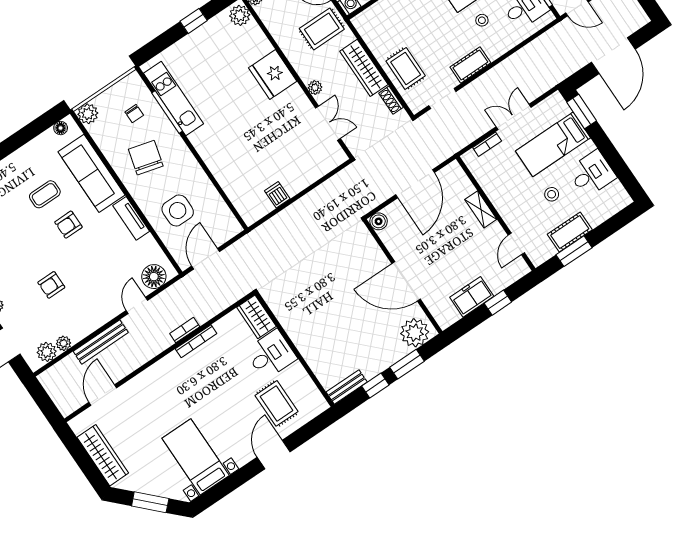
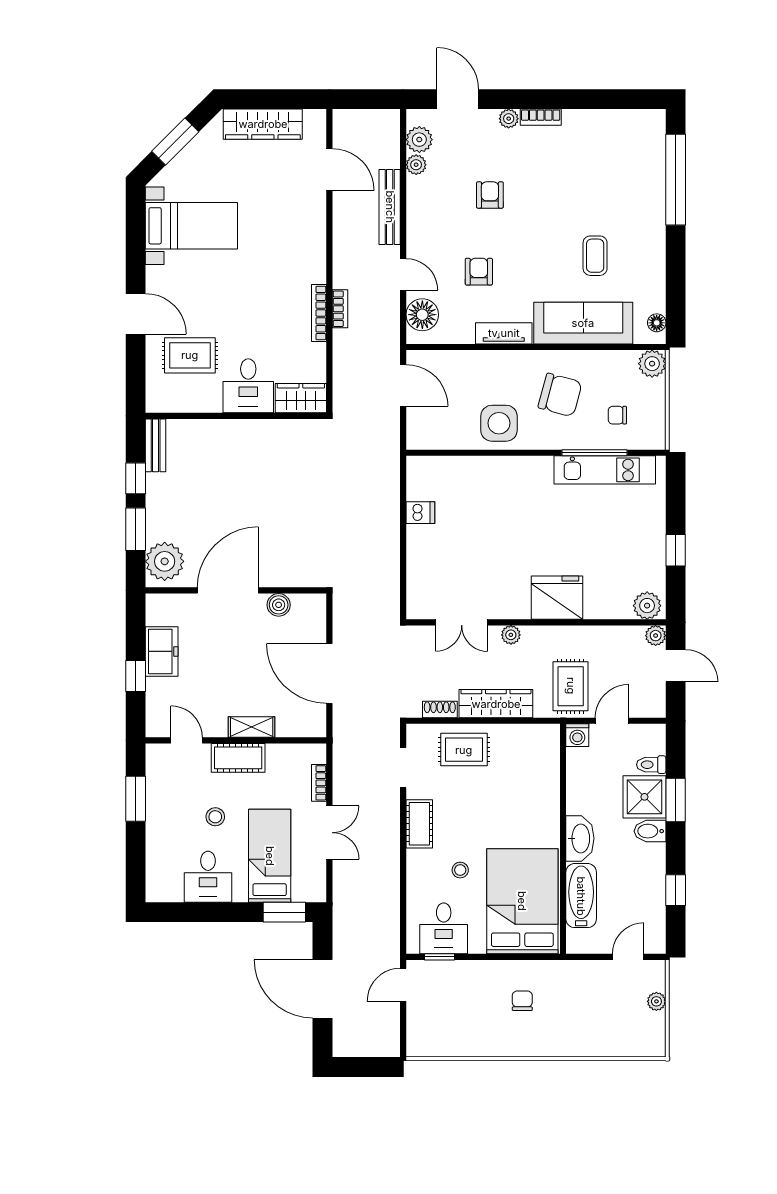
side table: (178, 211) -> (499, 423), moved
boiler: (379, 221) -> (279, 605), moved
armchair: (68, 225) -> (479, 272), moved
cot: (570, 232) -> (238, 758), moved, turned 90

